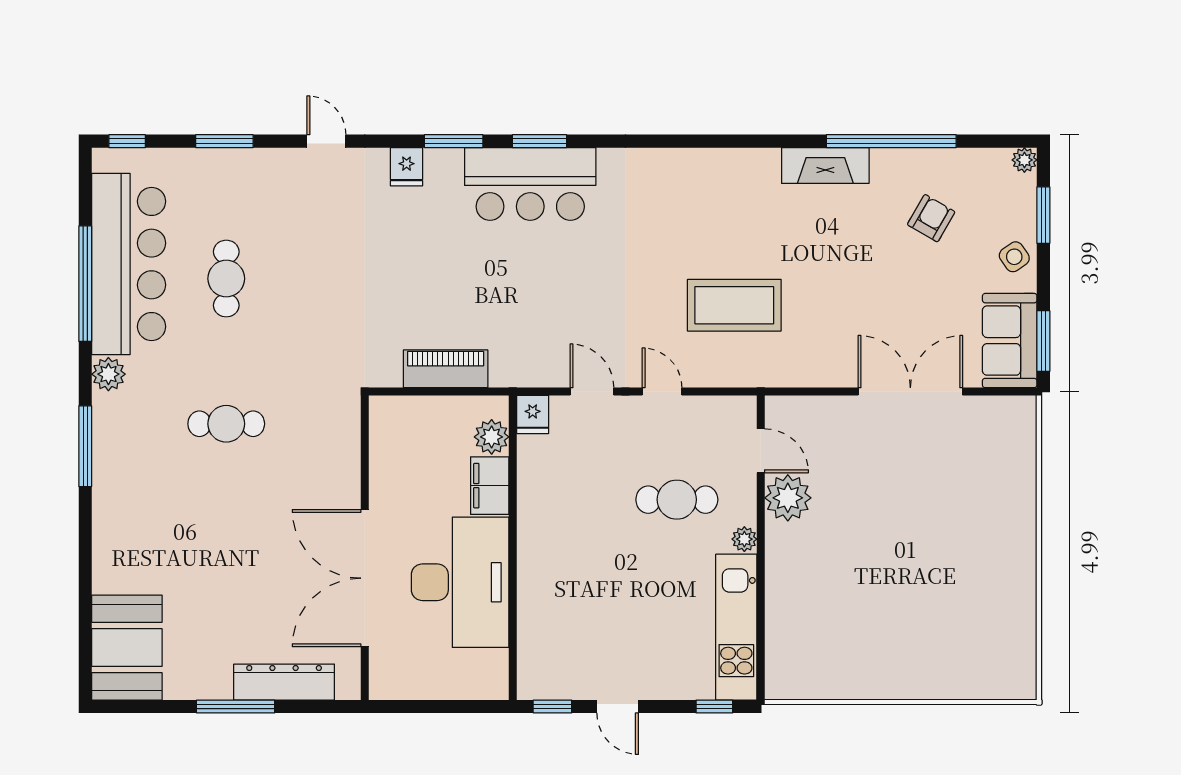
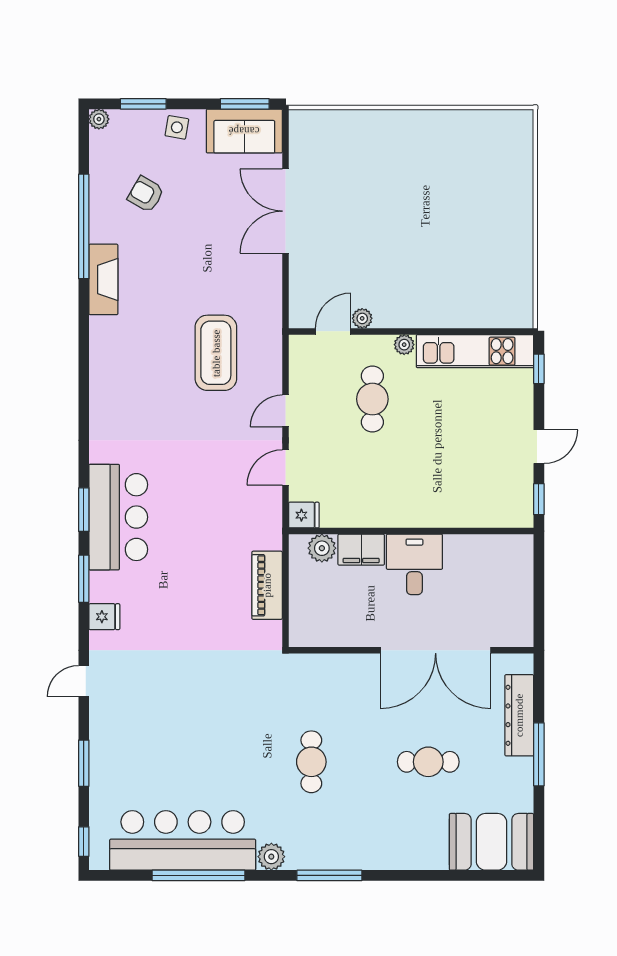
side table: (1014, 257) -> (177, 127), turned 45
cafe table: (226, 279) -> (428, 762), moved
plant: (788, 498) -> (362, 318), width x0.53, depth x0.53
desk: (460, 582) -> (414, 564), width x0.53, depth x0.77

